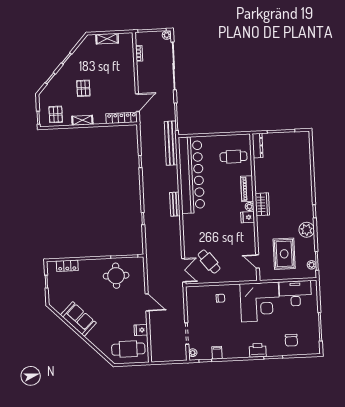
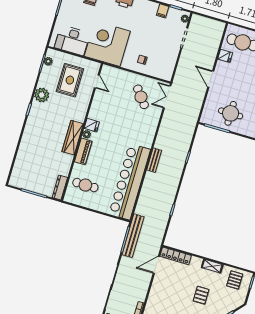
bench: (171, 143) -> (133, 236), moved
wardrobe: (262, 204) -> (73, 138), width x1.50

